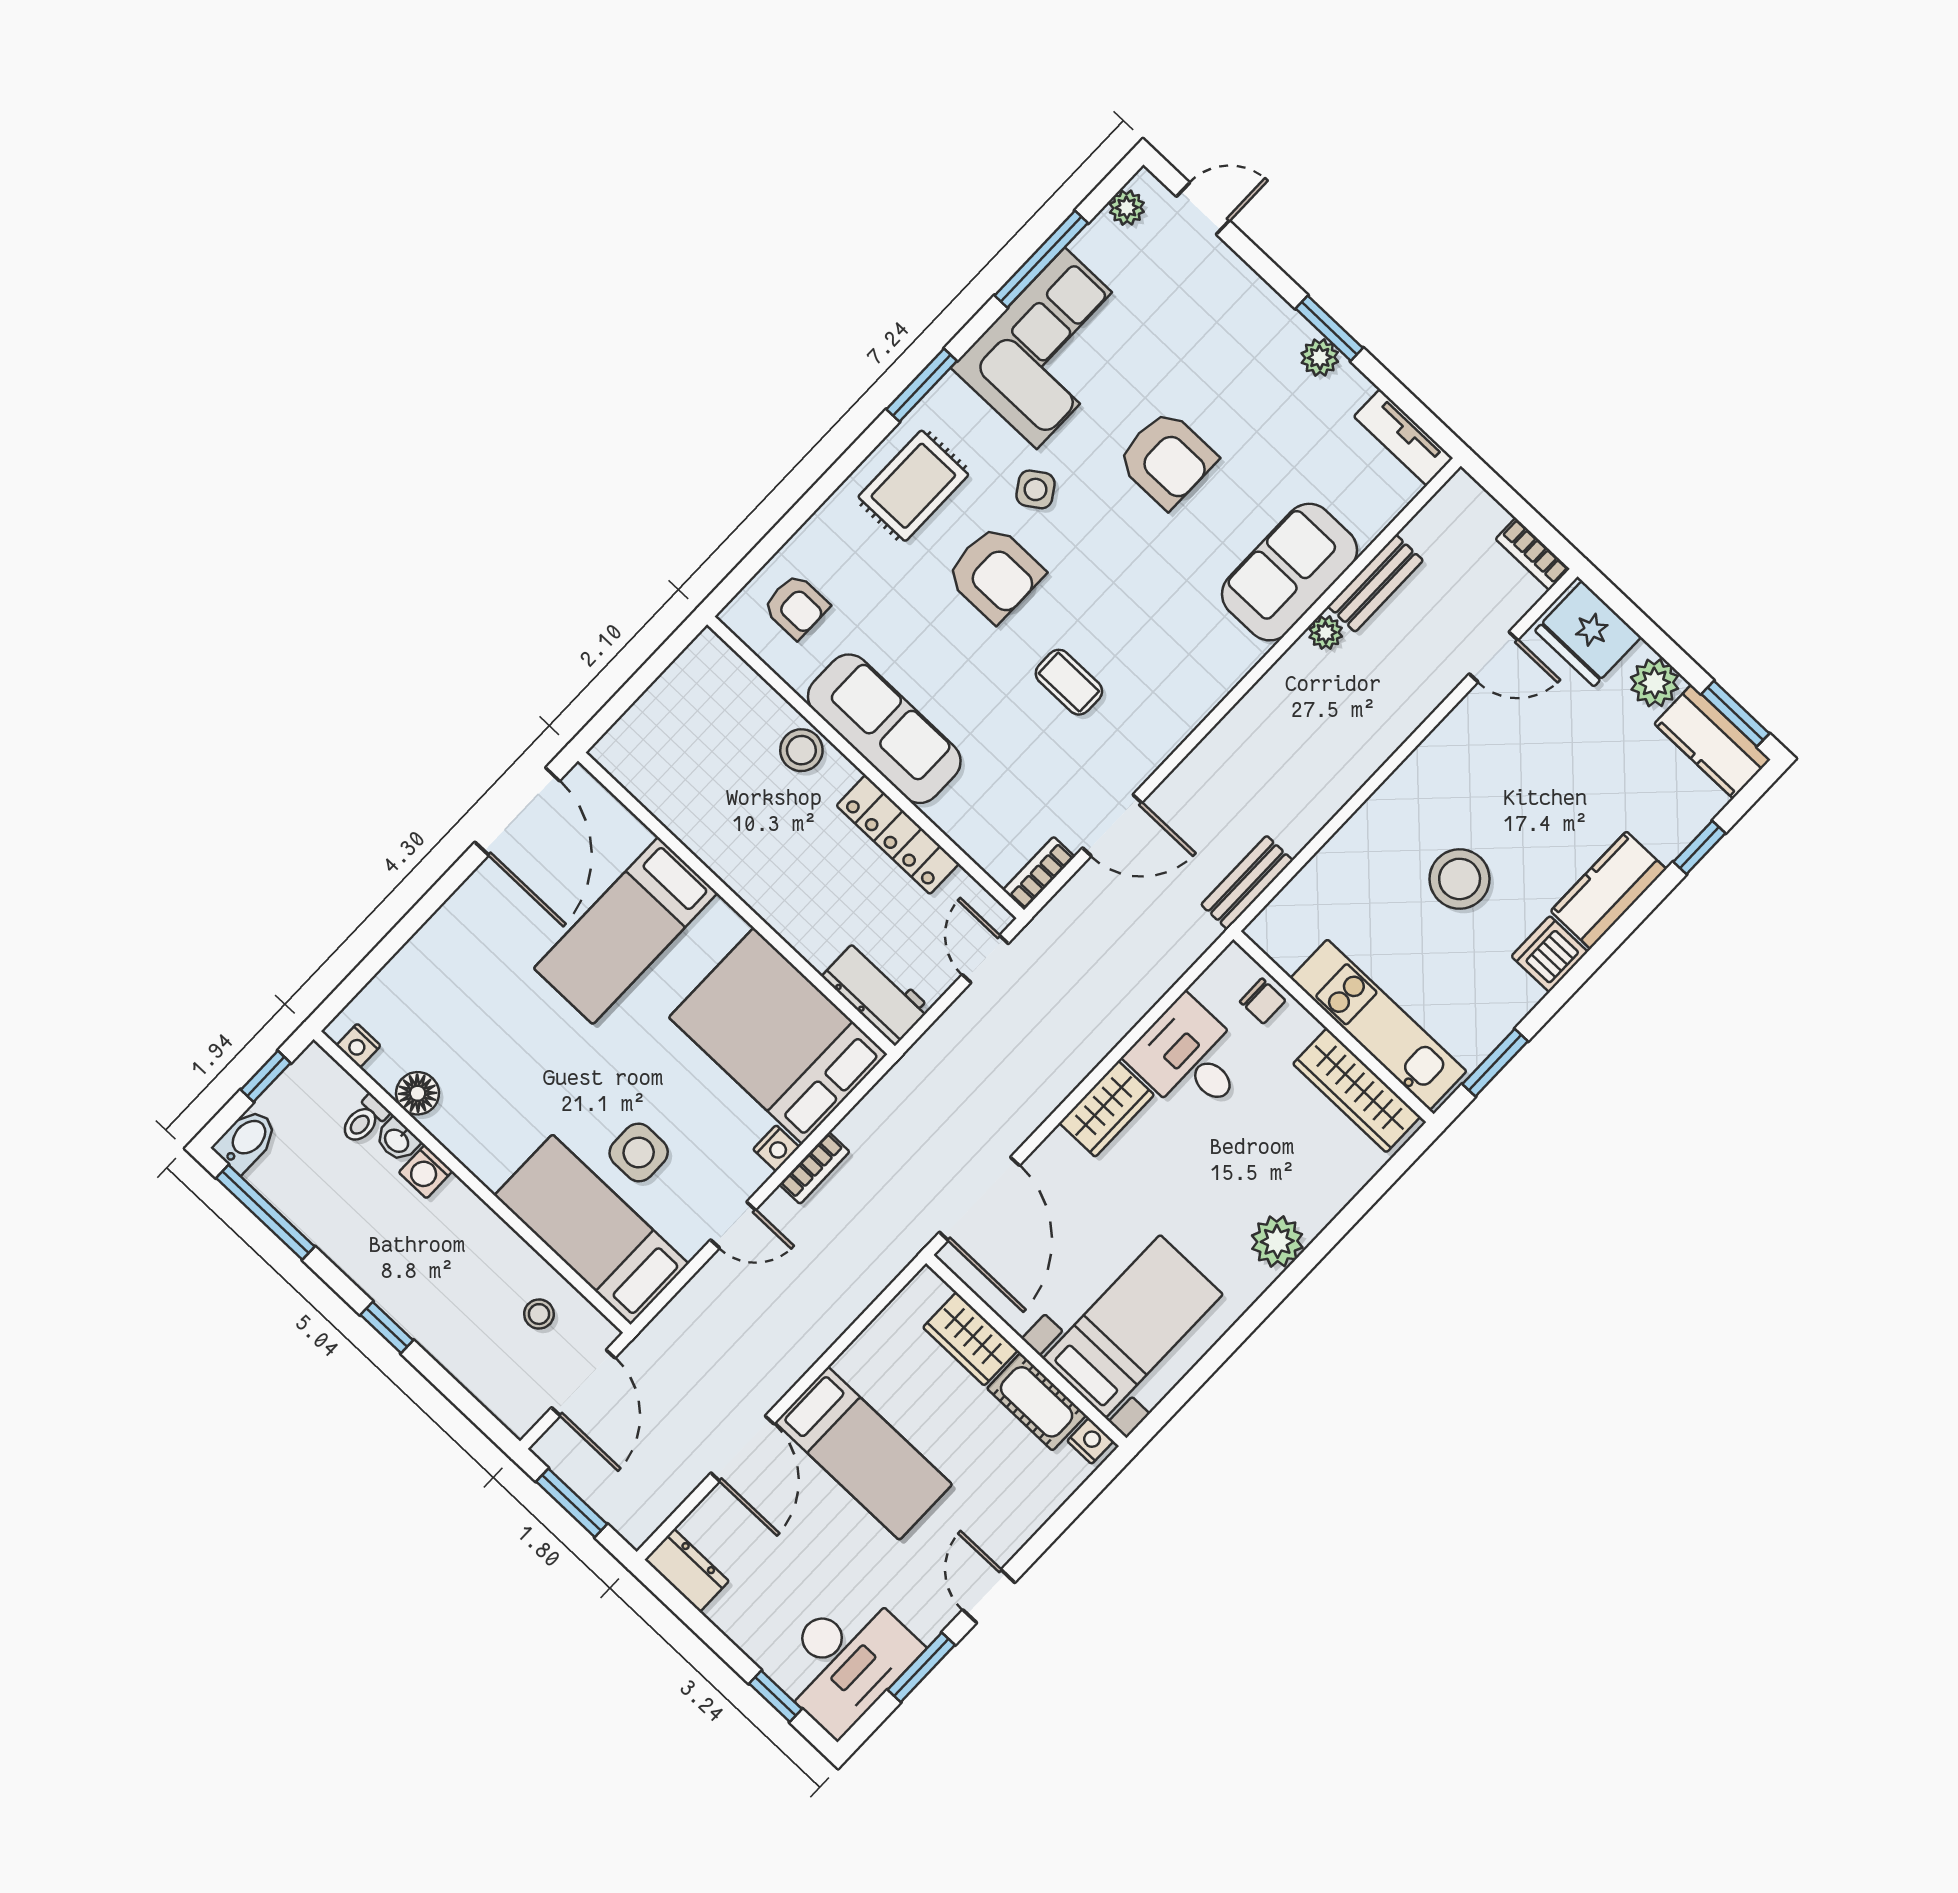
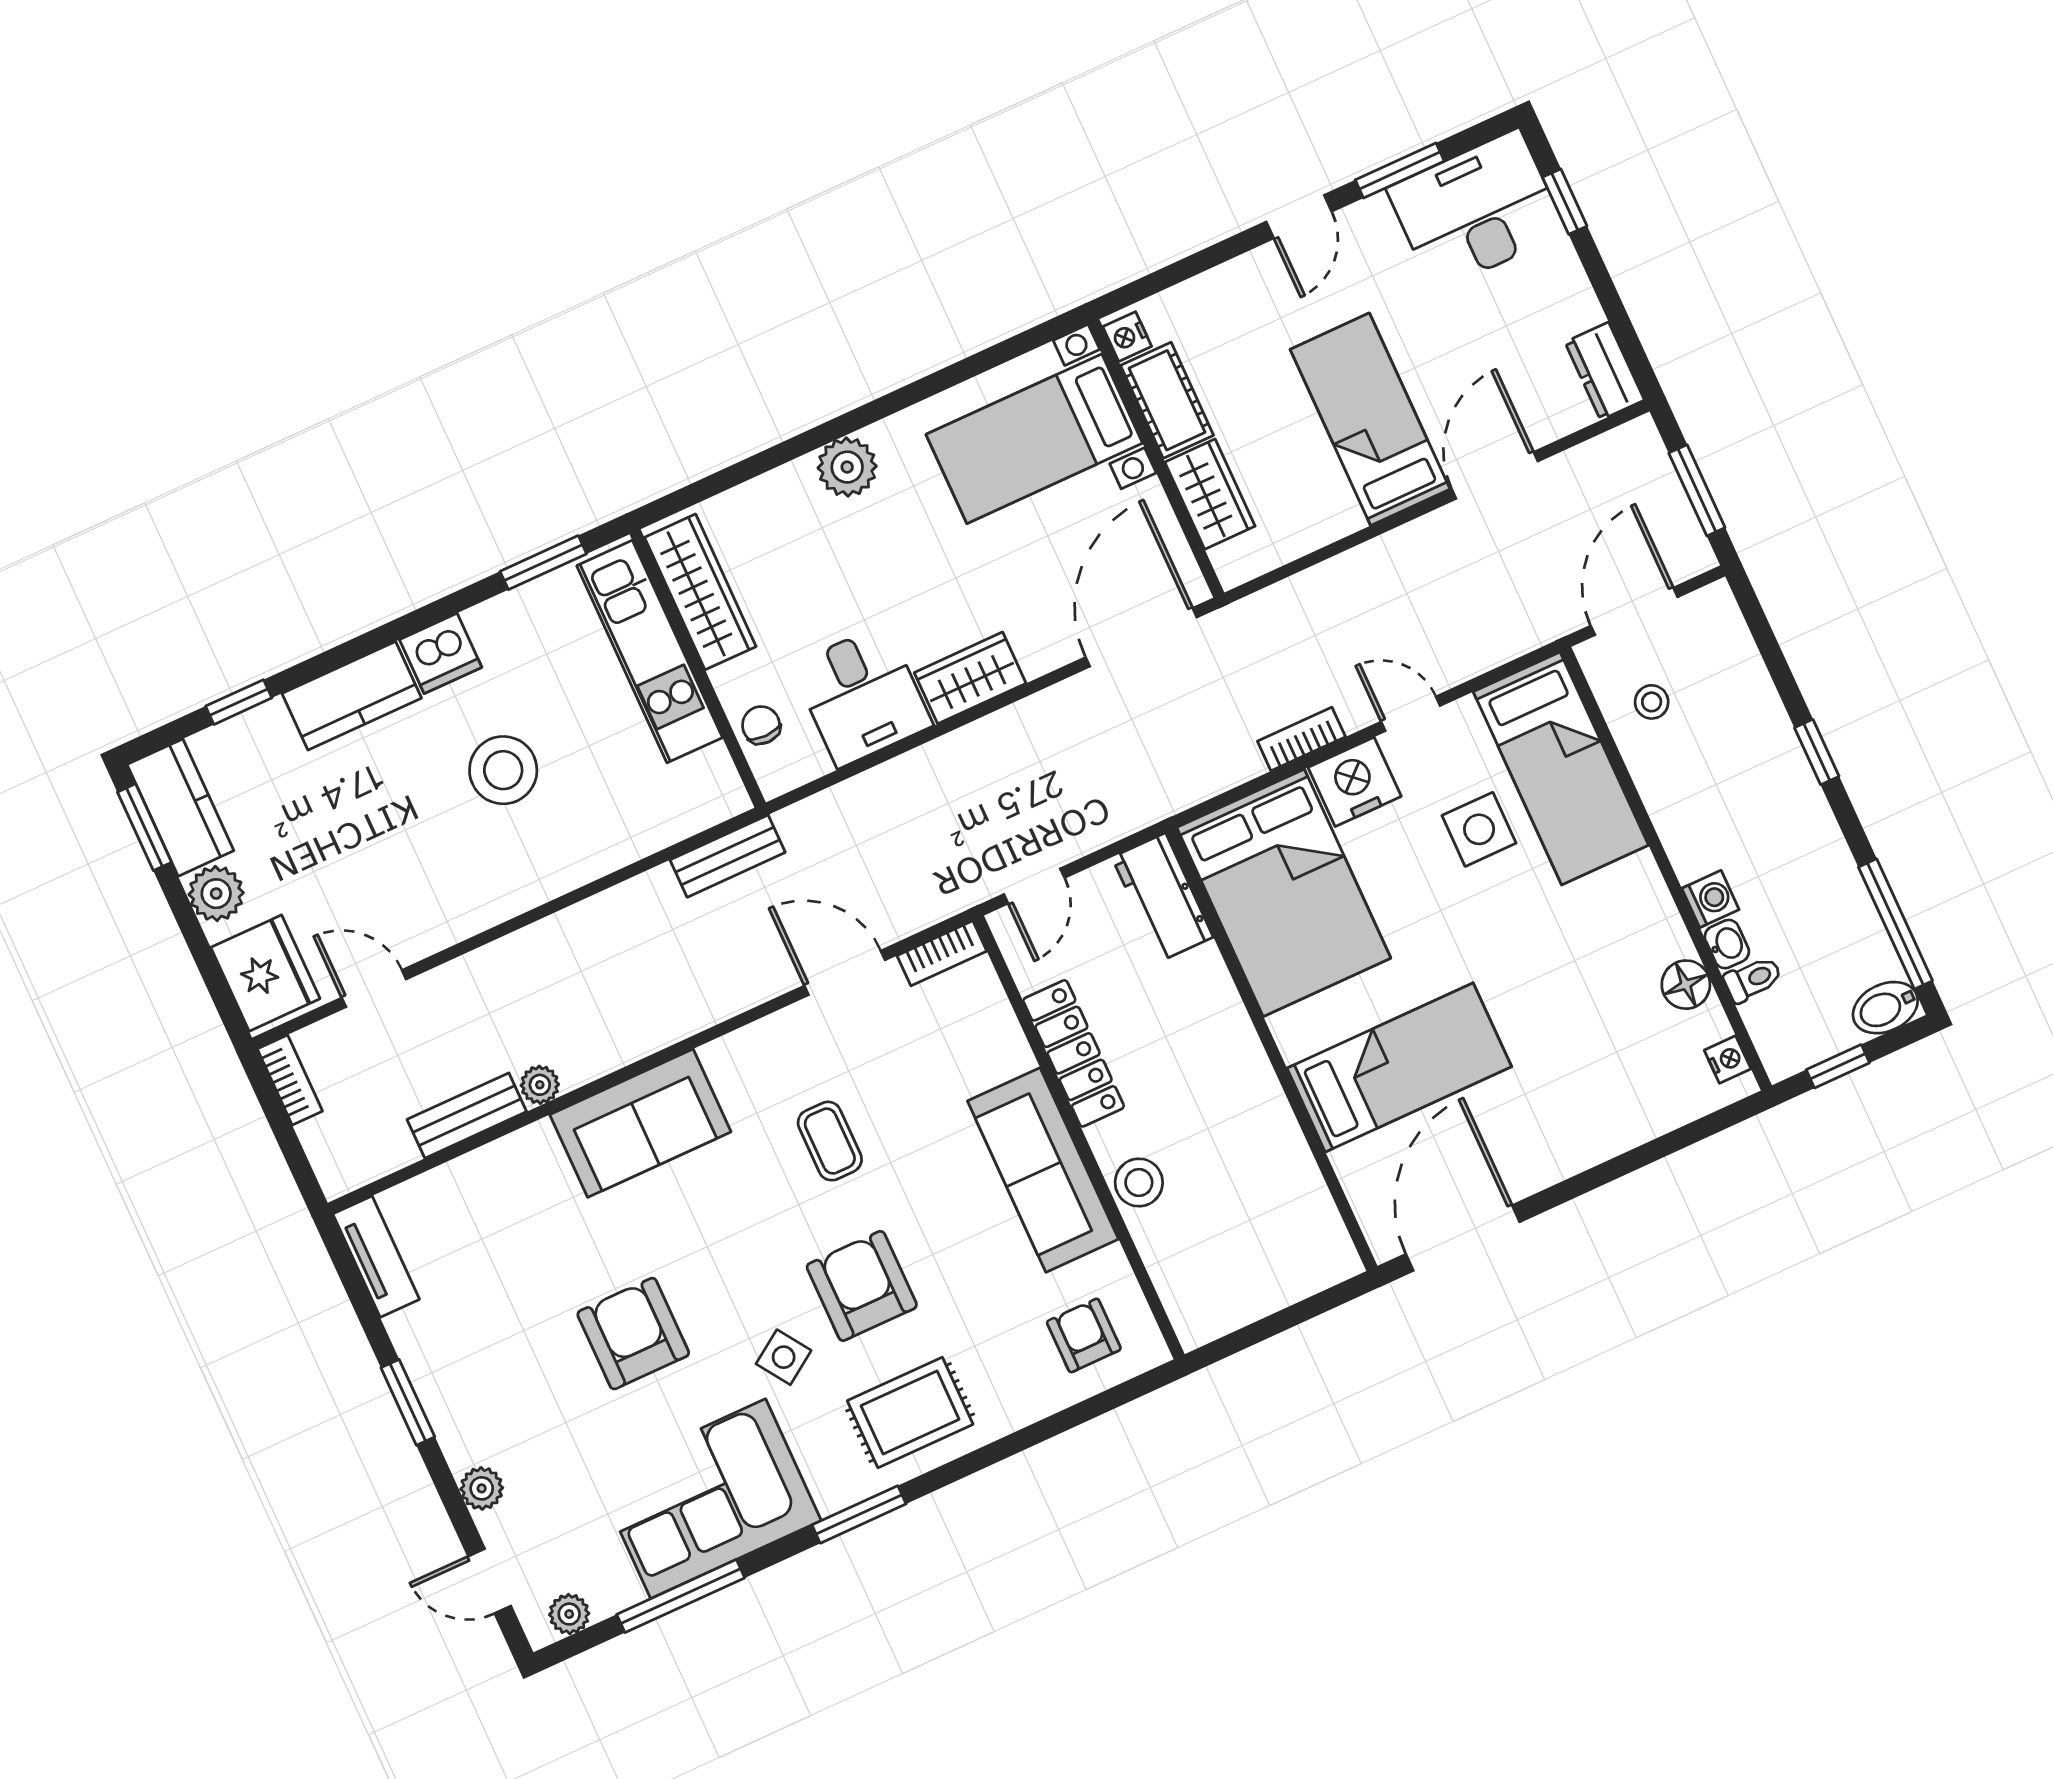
plant: (1320, 357) -> (482, 1488), moved
sofa: (1289, 572) -> (640, 1123), moved
nightstand: (776, 1148) -> (1355, 782), width x1.89, depth x1.79

